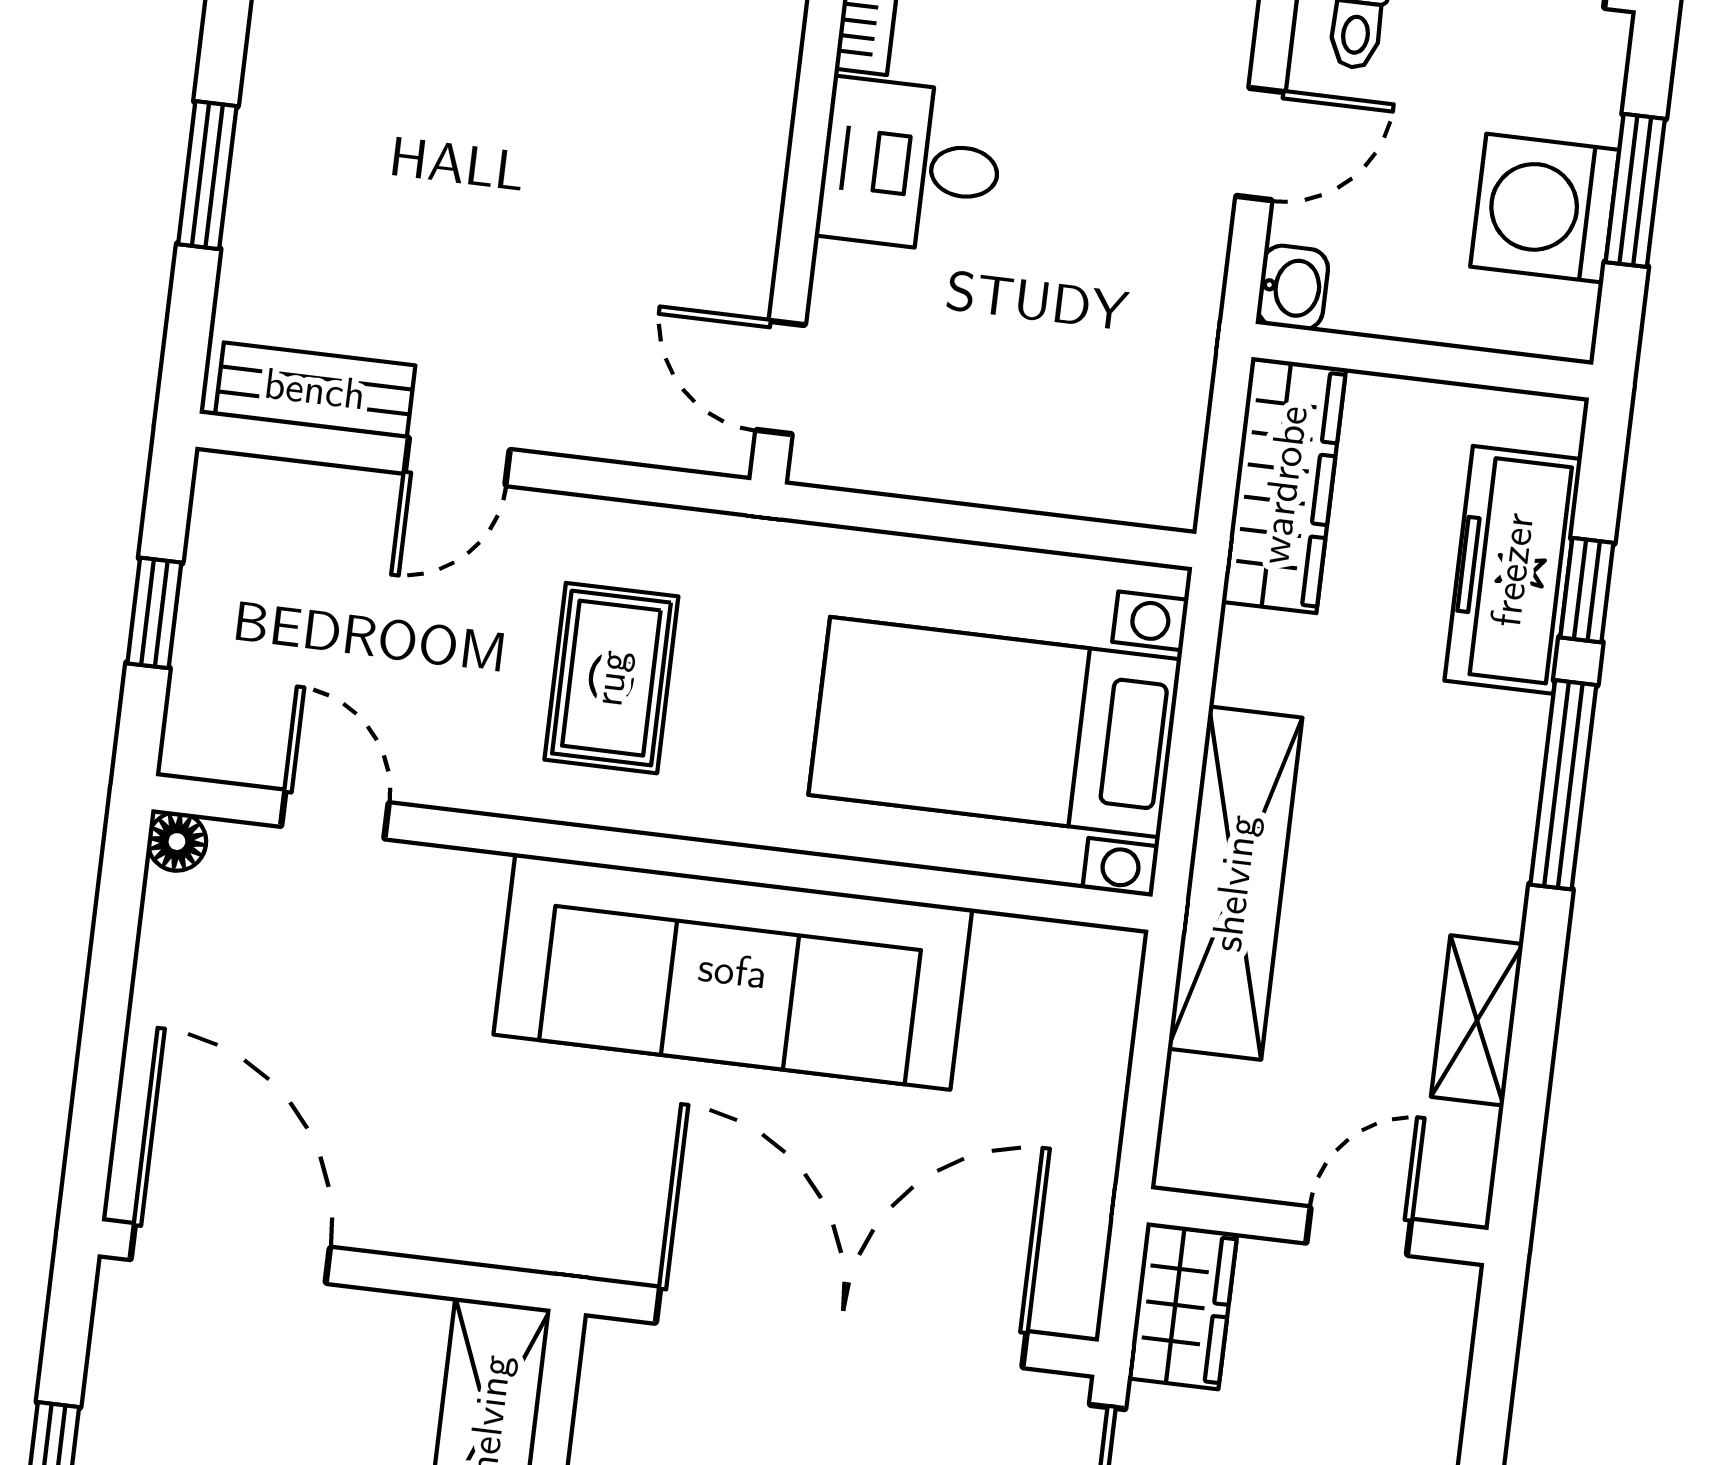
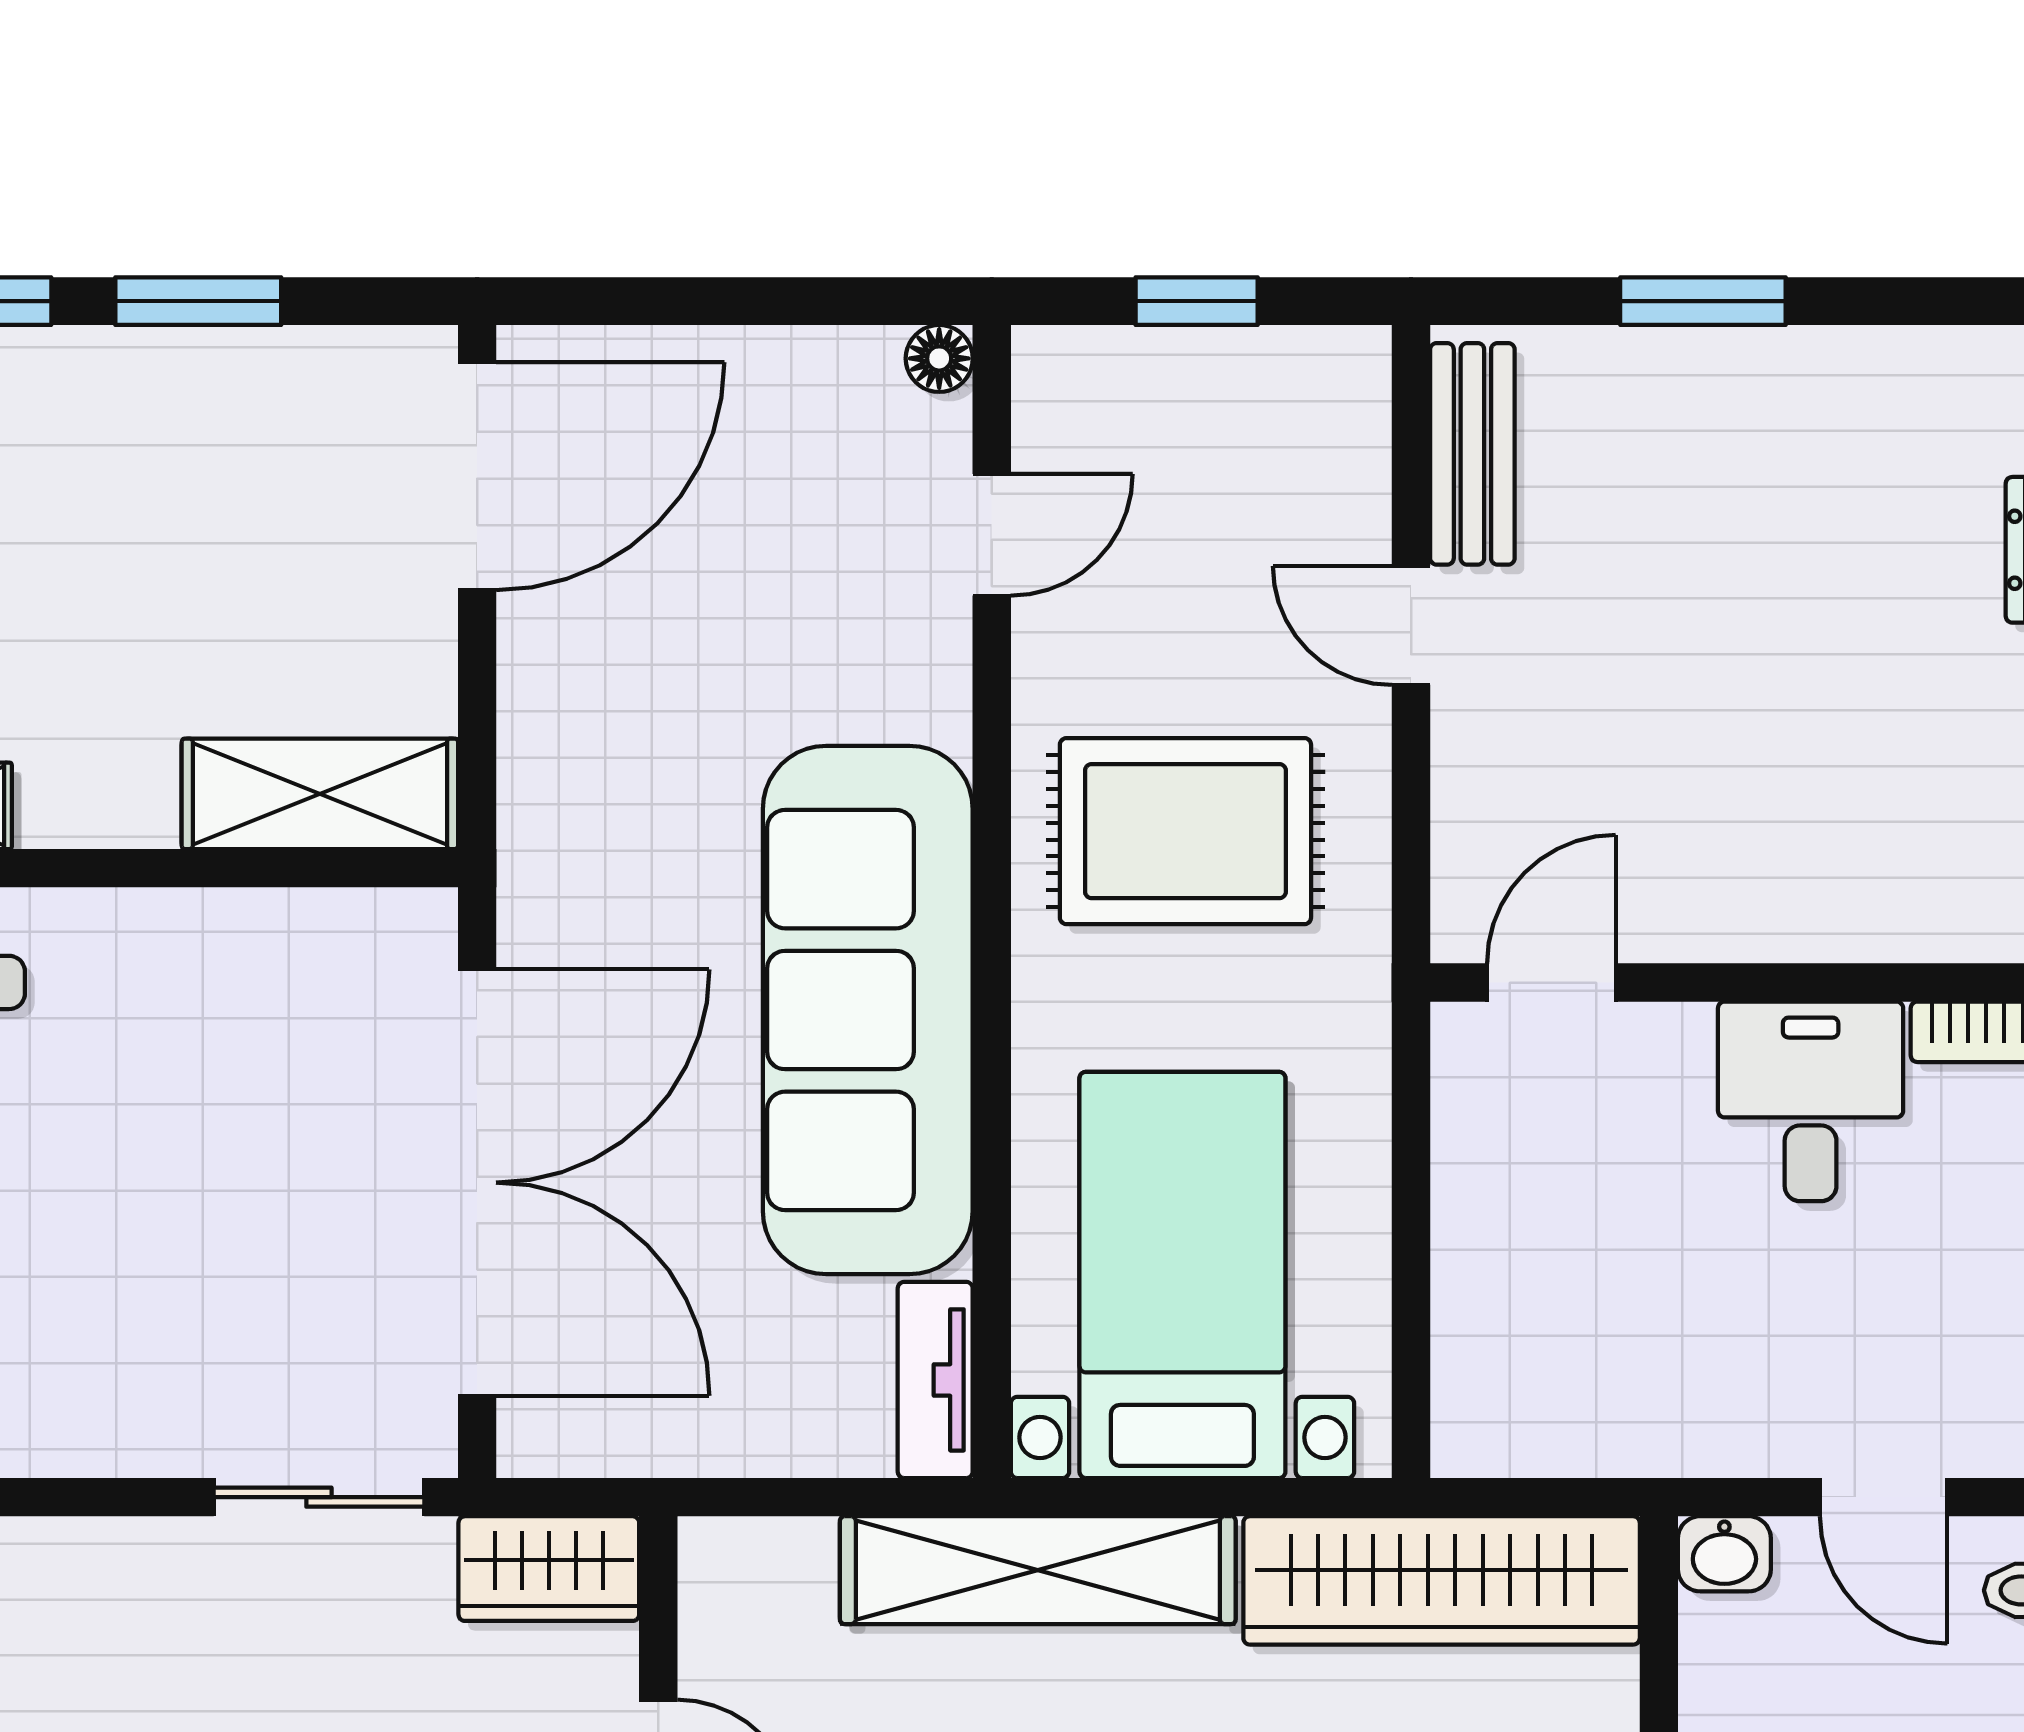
wardrobe: (1284, 485) -> (1442, 1580), width x1.40, depth x1.17
rug: (611, 678) -> (1185, 831), width x1.36, depth x1.43
tv unit: (1060, 952) -> (935, 1380), added

